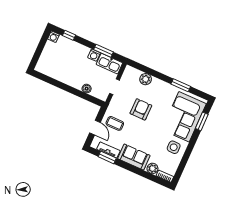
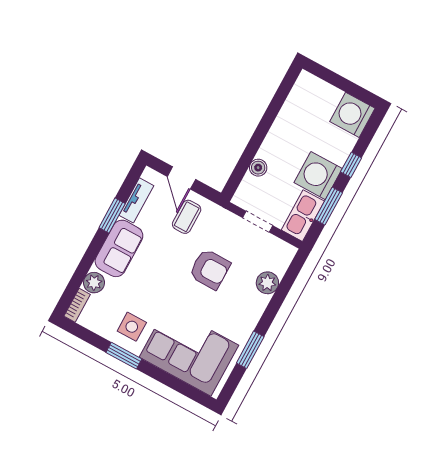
window: (69, 35) -> (351, 165), moved
washing machine: (54, 37) -> (352, 115), width x1.89, depth x1.89
washing machine: (94, 55) -> (318, 176), width x1.89, depth x1.89
window: (202, 121) -> (124, 356), moved
door: (95, 128) -> (181, 178), hinge flipped
window: (107, 157) -> (112, 216), moved

